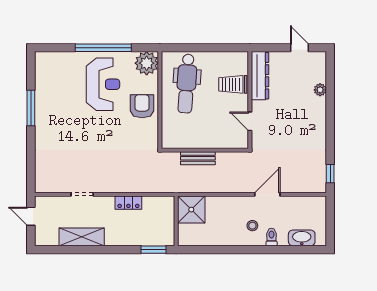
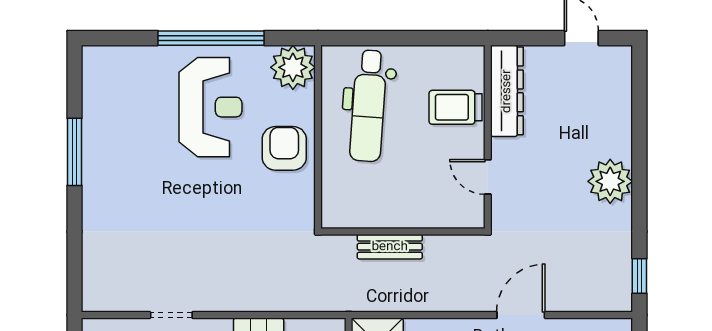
plant: (320, 90) -> (610, 181), moved, width x1.88, depth x1.88

